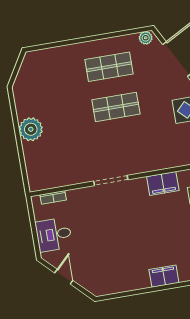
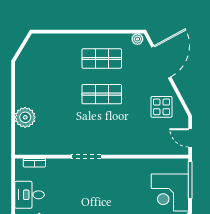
plant: (31, 129) -> (25, 117), moved
filing cabinet: (163, 184) -> (131, 167), removed

